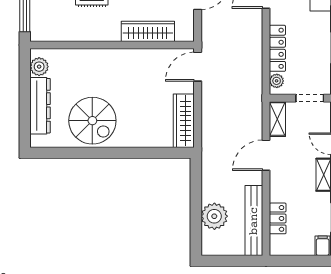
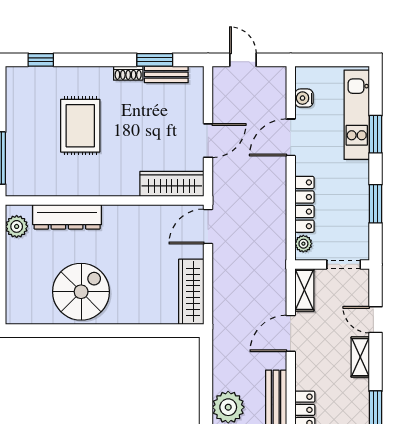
wardrobe: (148, 31) -> (172, 184), moved
dresser: (40, 106) -> (67, 217), moved, turned 90
spiral stairs: (92, 121) -> (81, 292), turned -90

